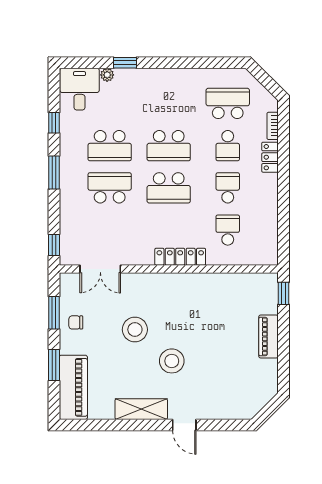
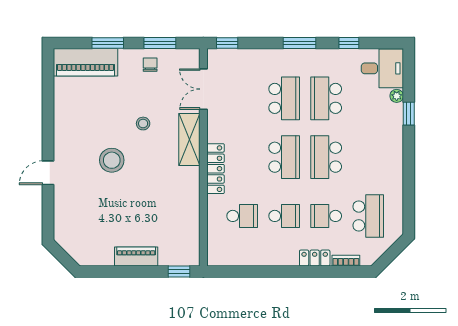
school desk: (169, 188) -> (284, 157), turned 180
stool: (135, 330) -> (143, 124), width x0.53, depth x0.53
shelving: (141, 409) -> (189, 140), moved

